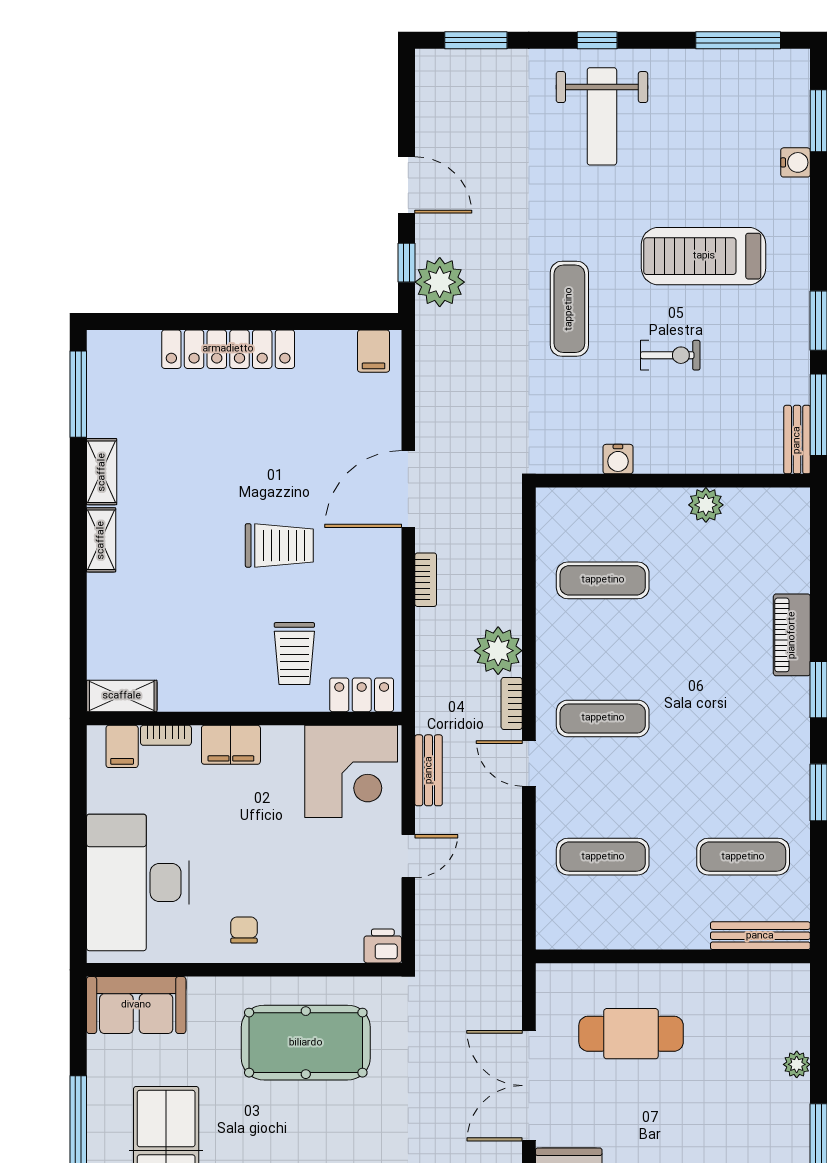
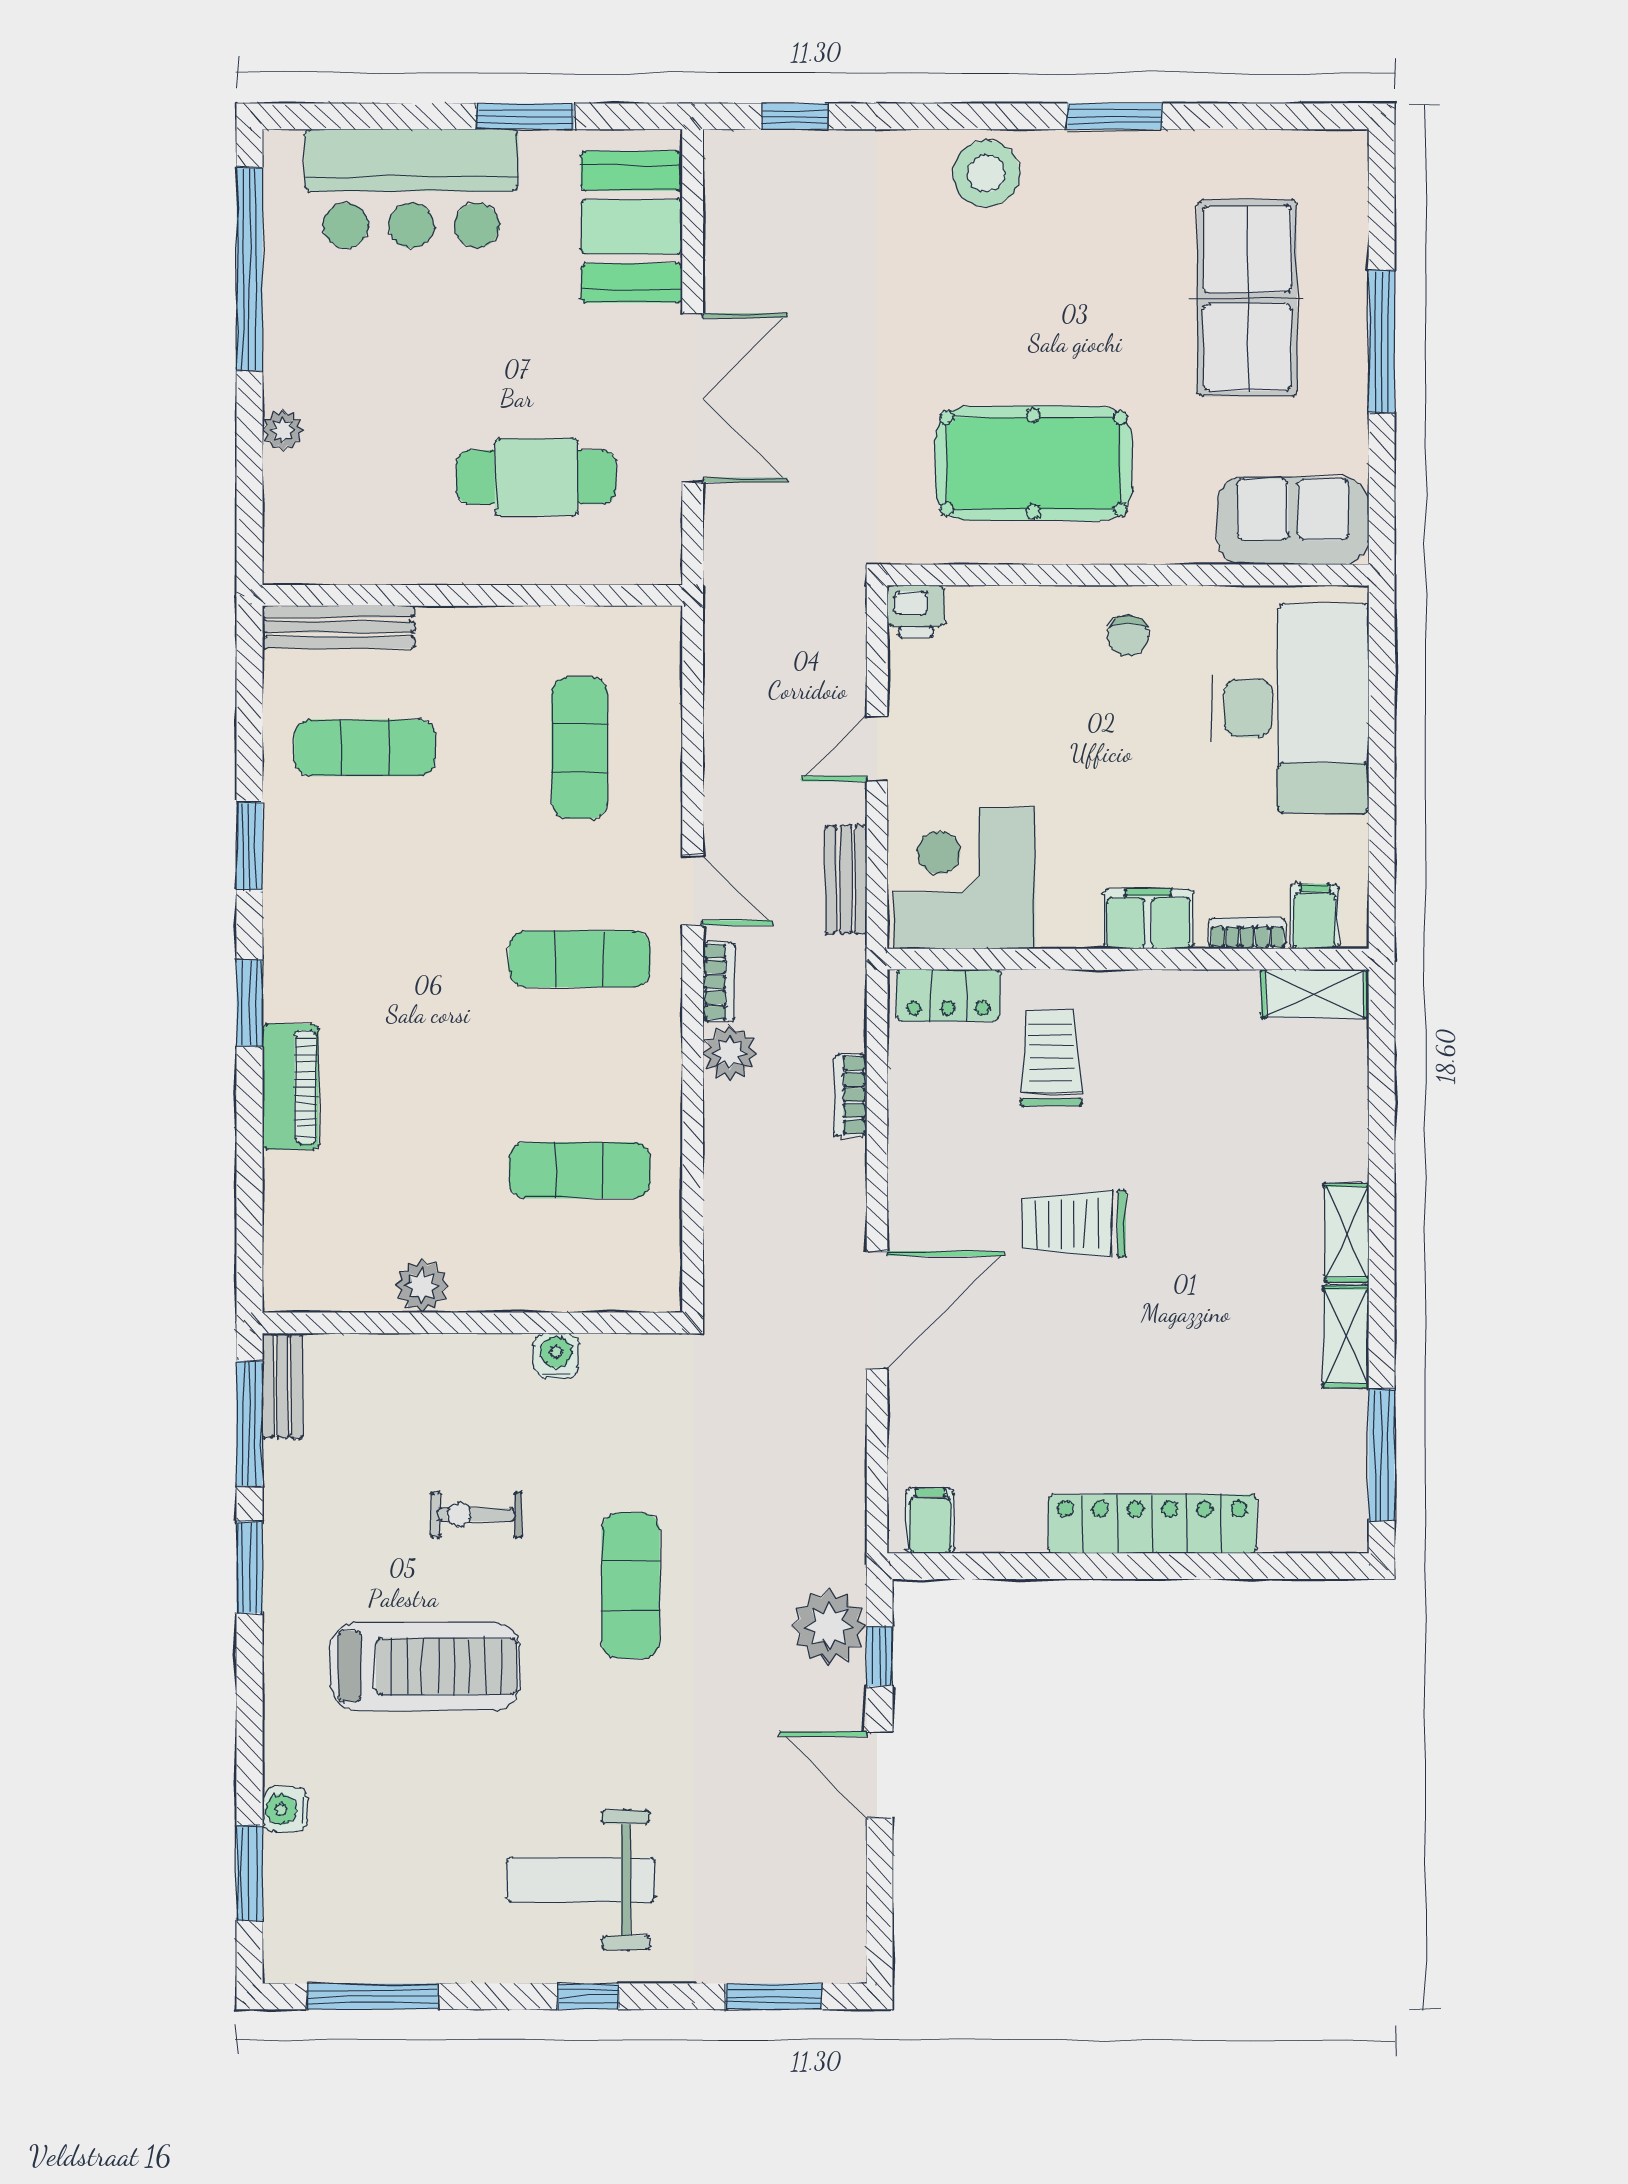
weight bench: (602, 116) -> (581, 1880), turned -90
bookcase: (426, 580) -> (850, 1095), moved
plant: (498, 651) -> (730, 1053), width x0.73, depth x0.73
exercise mat: (603, 857) -> (580, 748), turned 90

